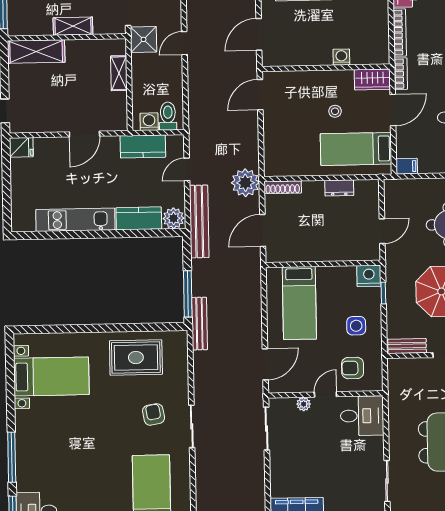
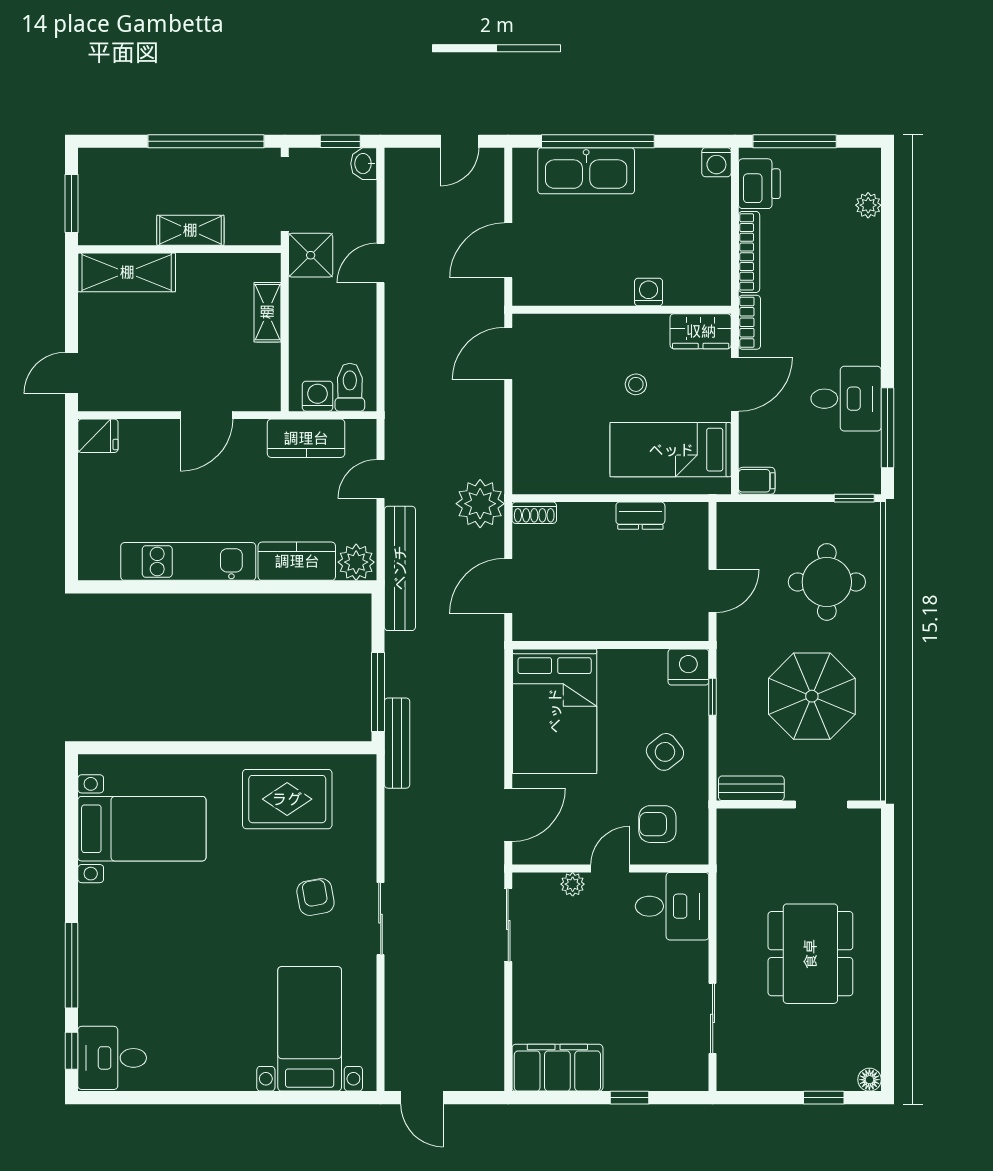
shoe rack: (283, 187) -> (534, 513), width x0.70
bed: (299, 303) -> (555, 711), width x1.50
side table: (356, 326) -> (665, 752), turned -38

